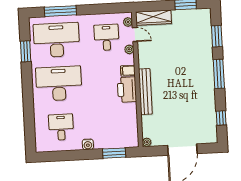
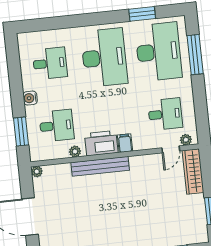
plant: (129, 49) -> (75, 152), moved
desk: (111, 124) -> (57, 126), added

